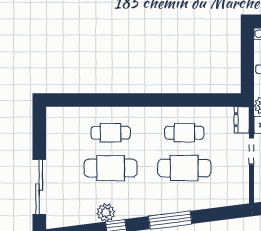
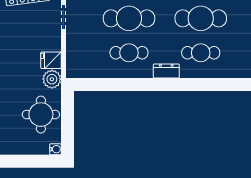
dresser: (242, 120) -> (166, 71), moved, turned -90
doorway: (252, 151) -> (63, 17), moved

